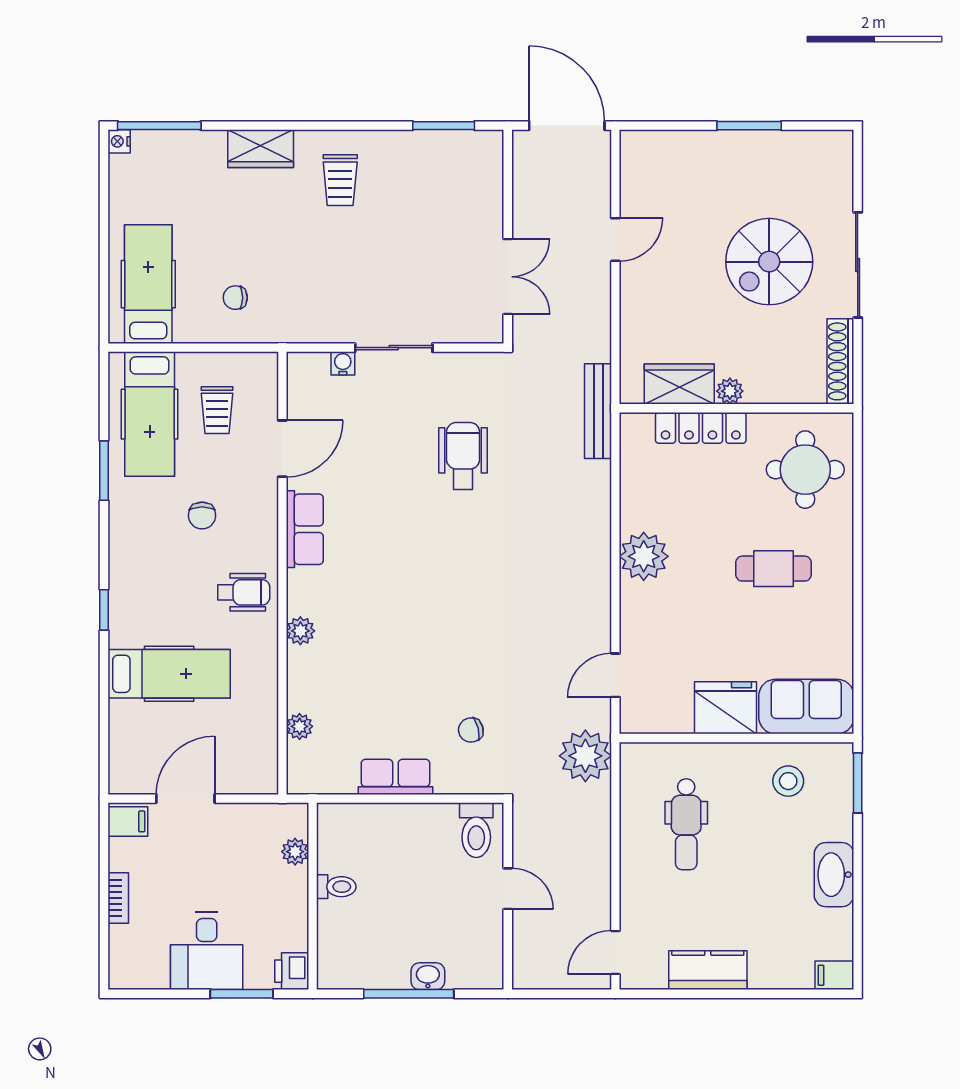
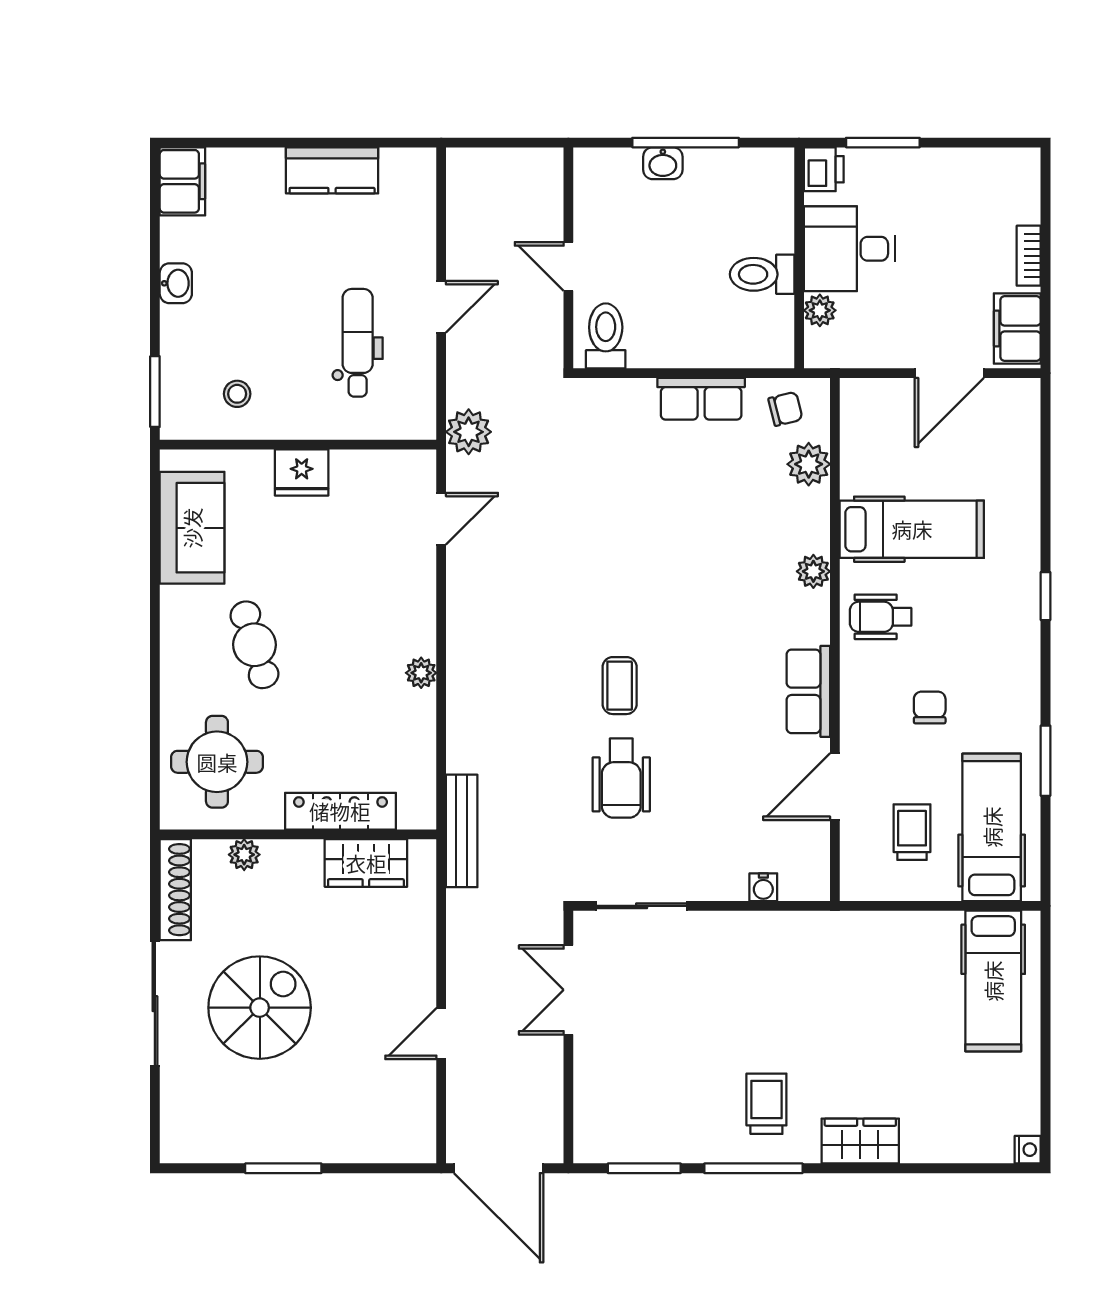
window: (159, 126) -> (753, 1168), moved
chair: (235, 298) -> (890, 965), removed
sliding door: (394, 348) -> (642, 906), moved
plant: (730, 391) -> (244, 855), moved
coffee table: (464, 534) -> (620, 686), added
plant: (644, 556) -> (421, 673), width x0.53, depth x0.53
cafe table: (773, 569) -> (254, 645), turned 73
hospital bed: (169, 674) -> (912, 529), moved, turned 180
sofa: (806, 707) -> (192, 528), moved, turned -90
fridge: (725, 708) -> (302, 473), width x0.73, depth x0.75
plant: (300, 726) -> (809, 464), width x1.38, depth x1.38
chair: (471, 730) -> (785, 409), moved
plant: (585, 756) -> (469, 432), width x0.73, depth x0.73
stool: (788, 781) -> (237, 394), width x0.73, depth x0.73
filing cabinet: (128, 821) -> (1017, 329), width x2.00
washbasin: (834, 875) -> (176, 283), width x0.52, depth x0.69
toilet: (336, 887) -> (762, 274), width x1.37, depth x1.39
desk: (207, 951) -> (850, 249), moved, turned -90
door: (615, 953) -> (441, 307), moved
filing cabinet: (834, 975) -> (182, 181), width x2.00

